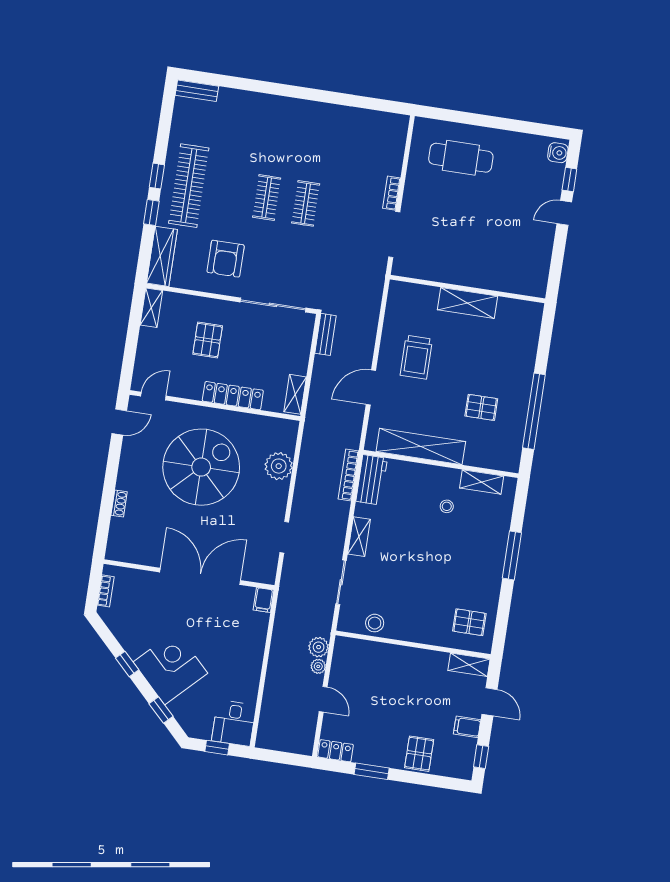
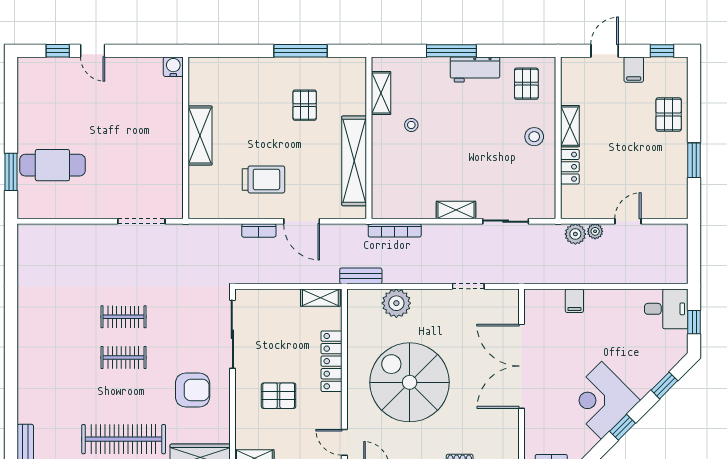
window: (460, 117) -> (11, 172), added
water cooler: (558, 153) -> (173, 67), moved
cafe table: (461, 158) -> (52, 165), turned 90
bookcase: (392, 193) -> (259, 230), moved
bench: (326, 334) -> (361, 276), moved
window: (534, 411) -> (300, 51), width x0.68
workbench: (372, 480) -> (475, 70), moved, turned 180
filing cabinet: (264, 600) -> (574, 301), moved, turned 90
stool: (375, 623) -> (534, 137), moved
shelving: (469, 665) -> (570, 126), moved
corner desk: (170, 668) -> (602, 400), moved
locker: (336, 751) -> (570, 167), moved, turned 180
pallet: (419, 754) -> (669, 114), turned 90

